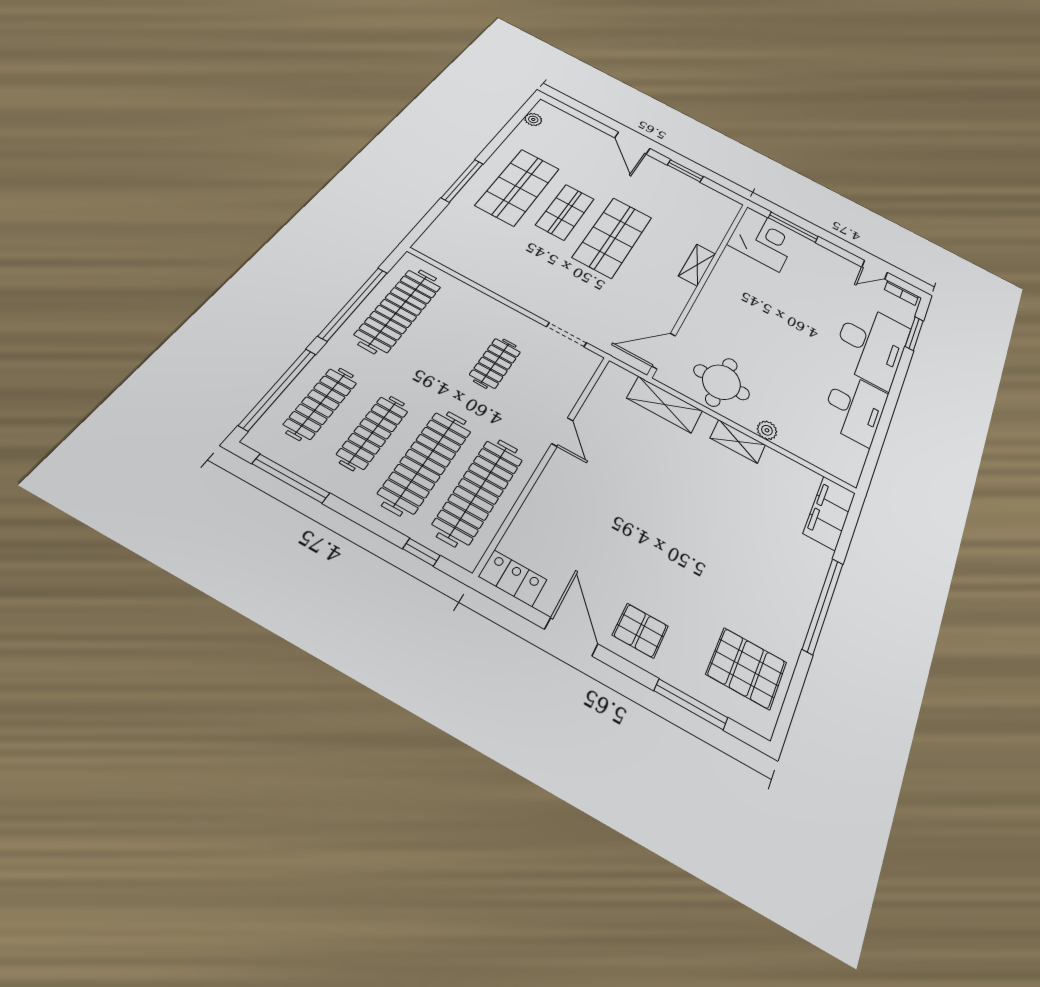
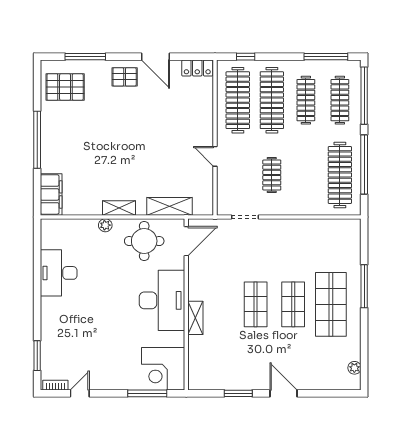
shop shelf: (613, 237) -> (256, 304), width x0.70, depth x0.74
desk: (871, 345) -> (162, 300), moved, turned 180

